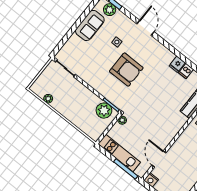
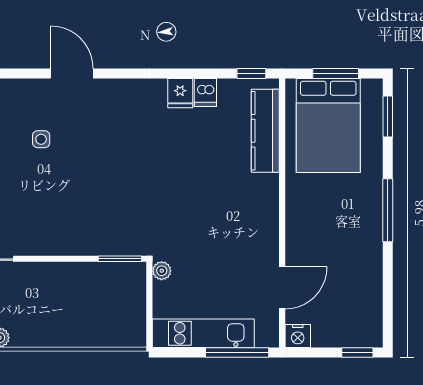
armchair: (126, 70) -> (97, 175), removed
plant: (104, 111) -> (116, 279), removed
door: (159, 159) -> (282, 288), swing flipped

